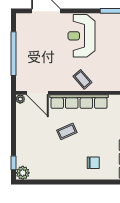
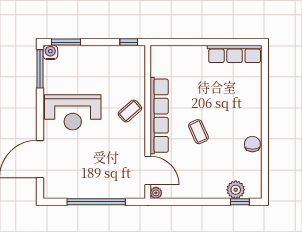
door: (37, 93) -> (148, 171), hinge flipped
chair: (93, 163) -> (252, 144), moved
plant: (23, 173) -> (236, 190), moved

